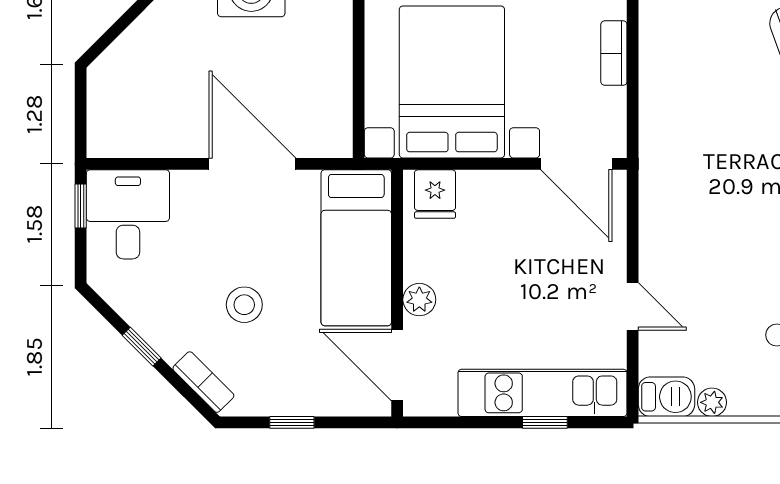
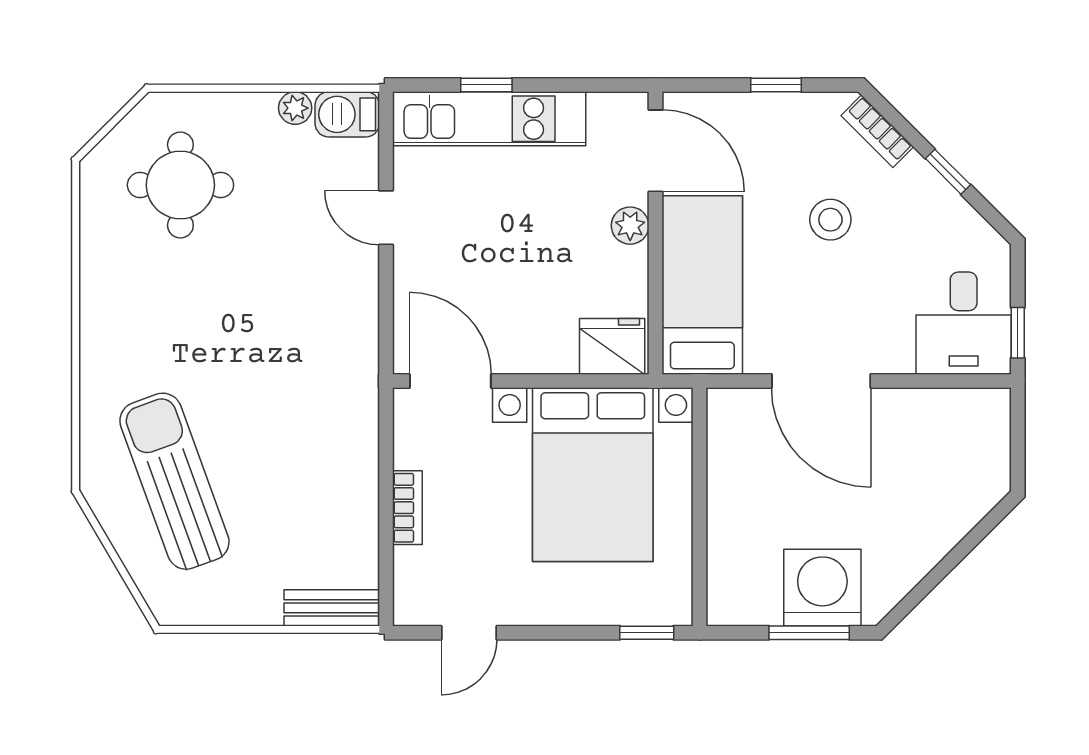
fridge: (435, 194) -> (612, 346), width x1.38

